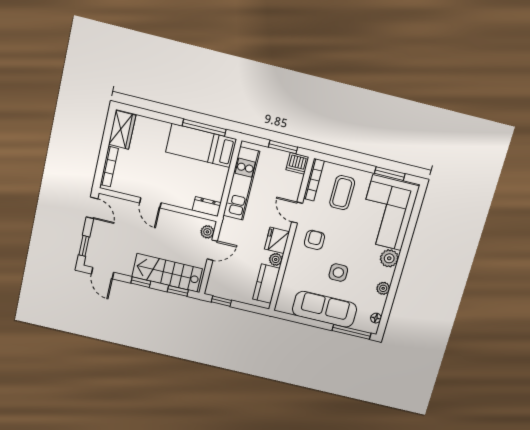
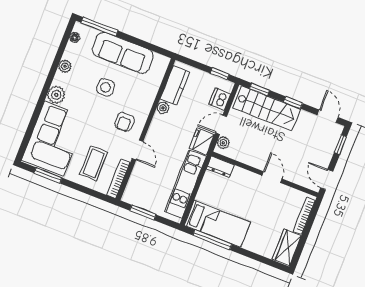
dishwasher: (297, 163) -> (220, 99), moved, turned -90
fridge: (277, 240) -> (202, 142), moved, turned 180

